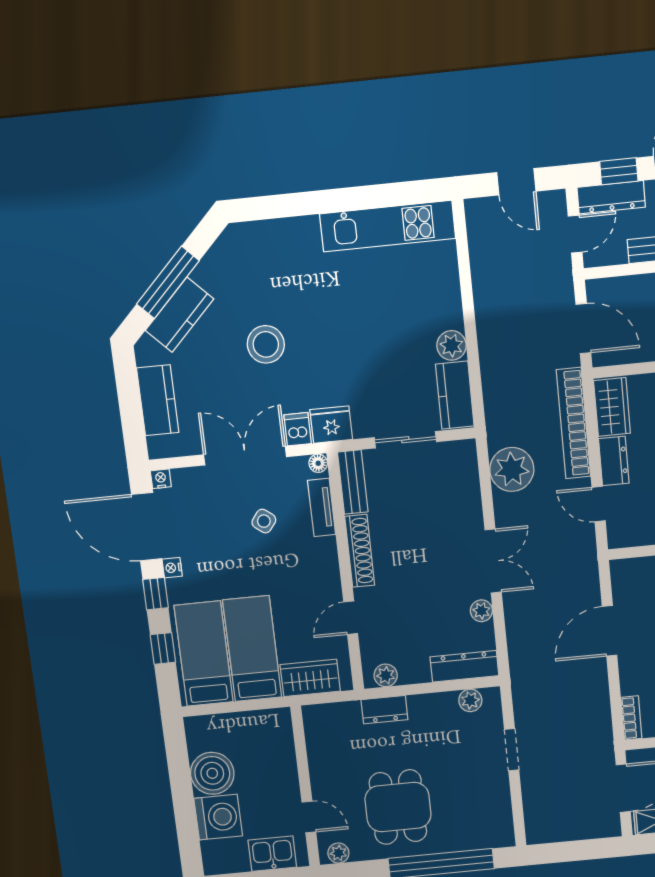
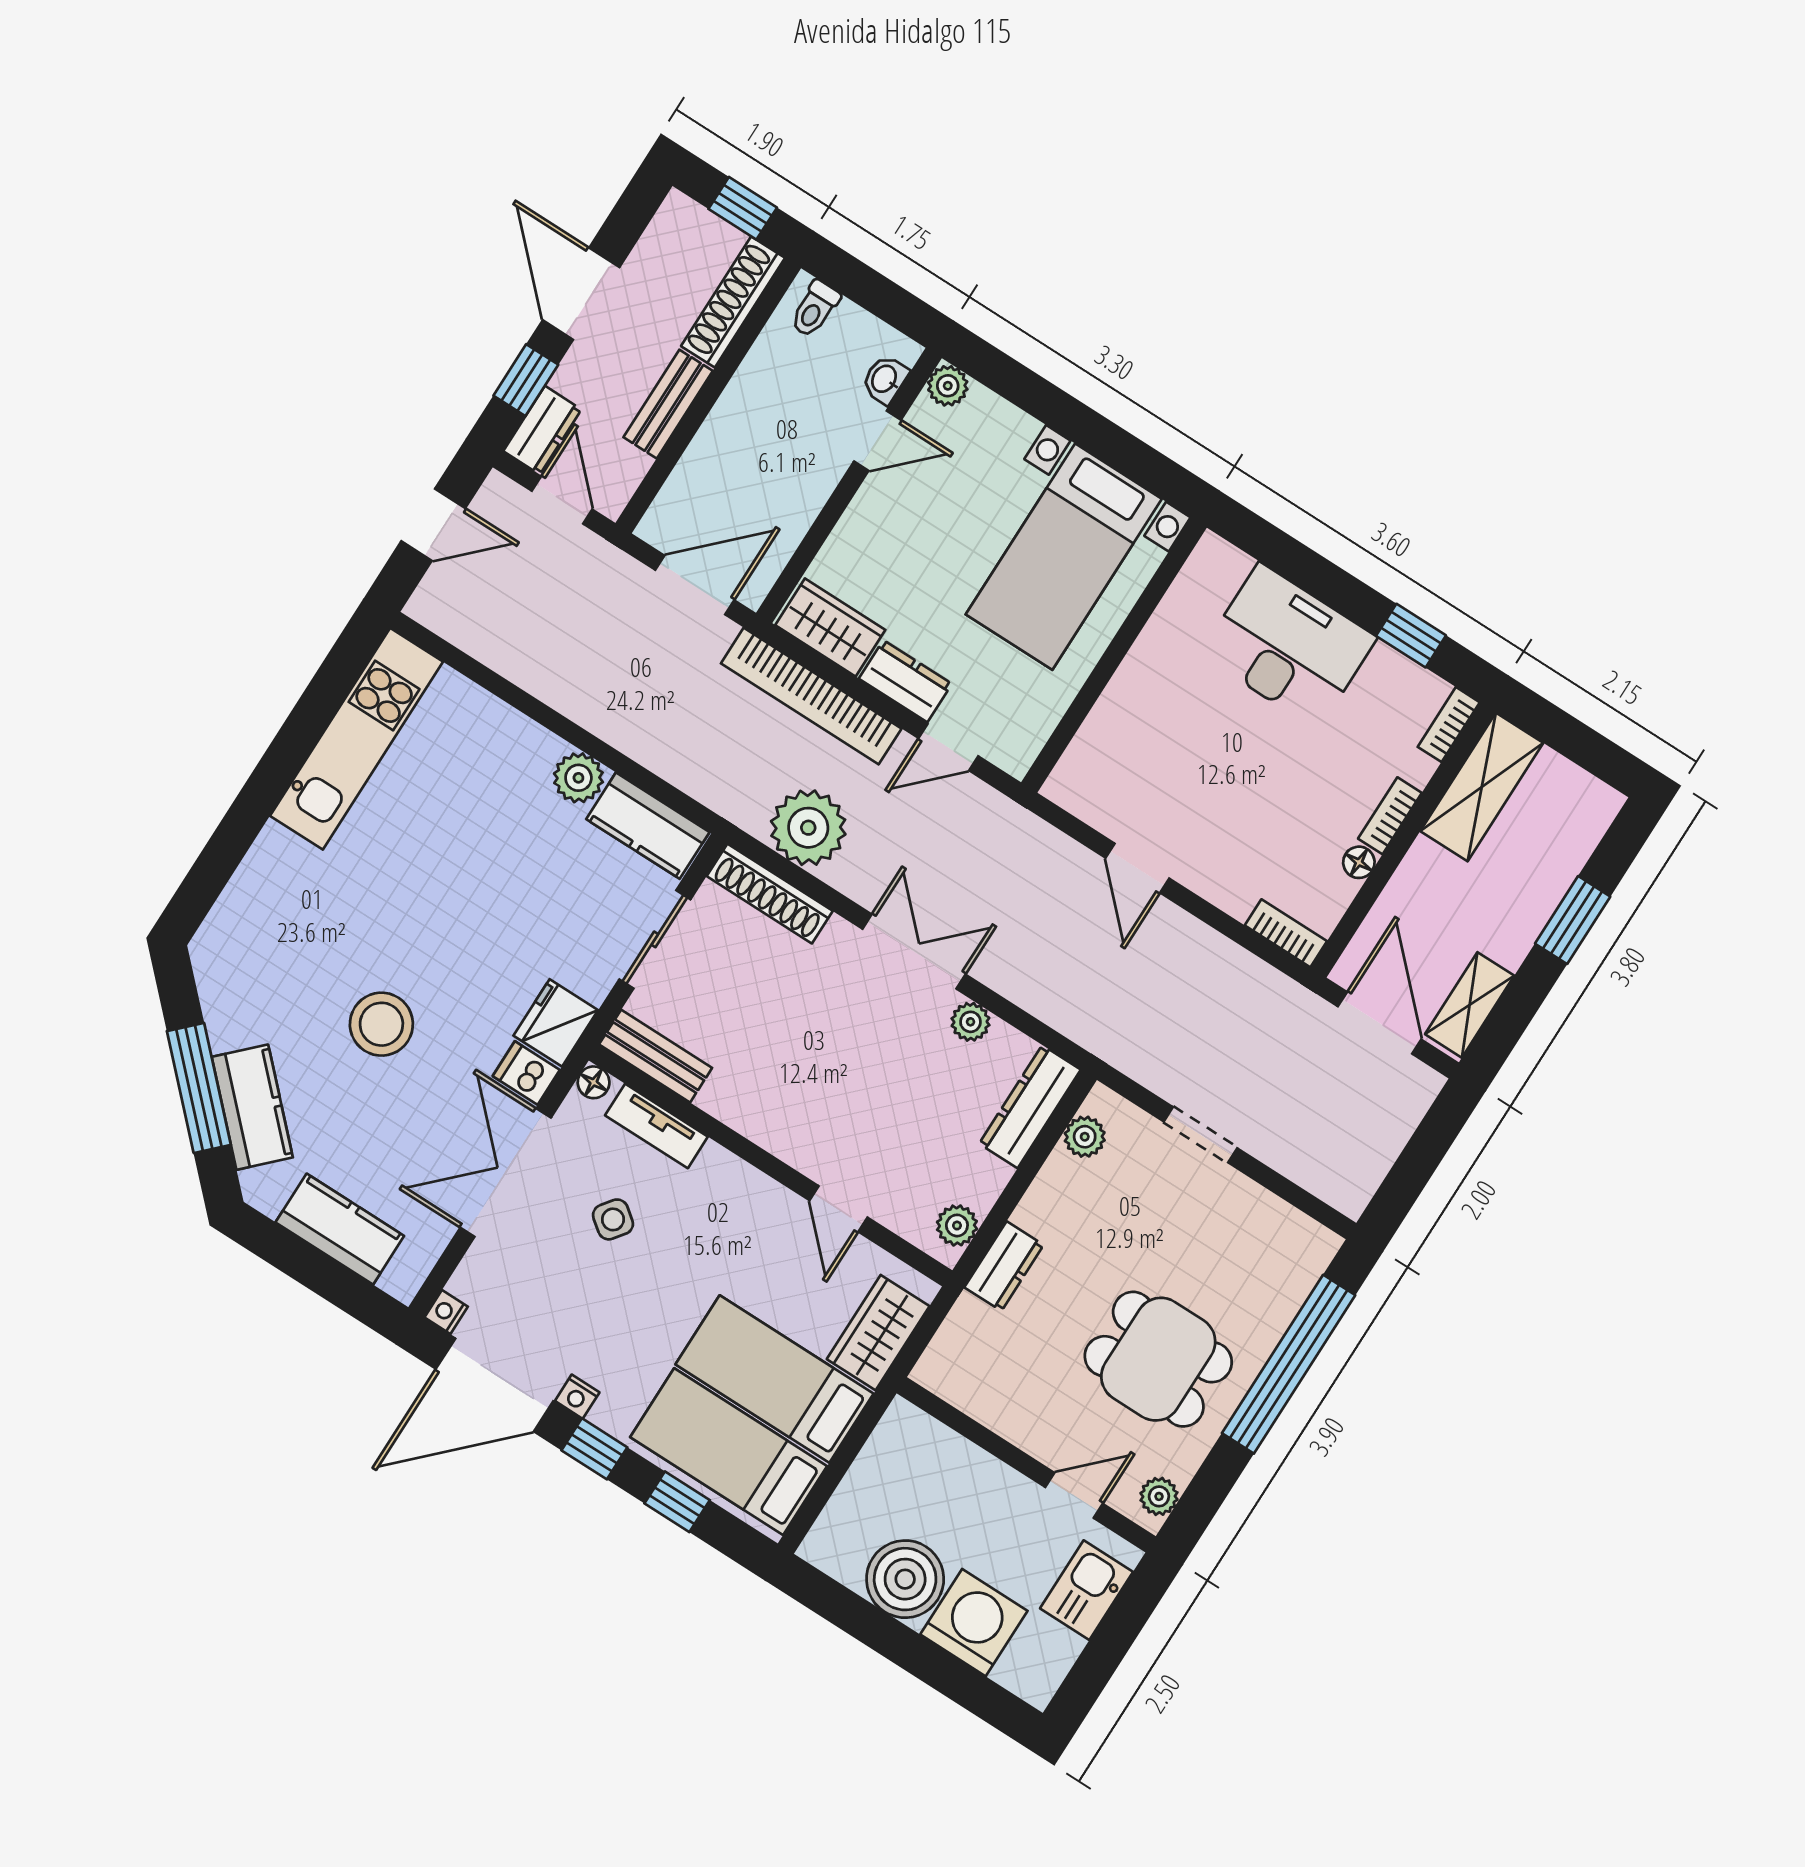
dresser: (611, 197) -> (542, 430), width x0.70
shoe rack: (360, 551) -> (770, 894), moved, turned 180
door: (610, 631) -> (1137, 868), width x0.73

